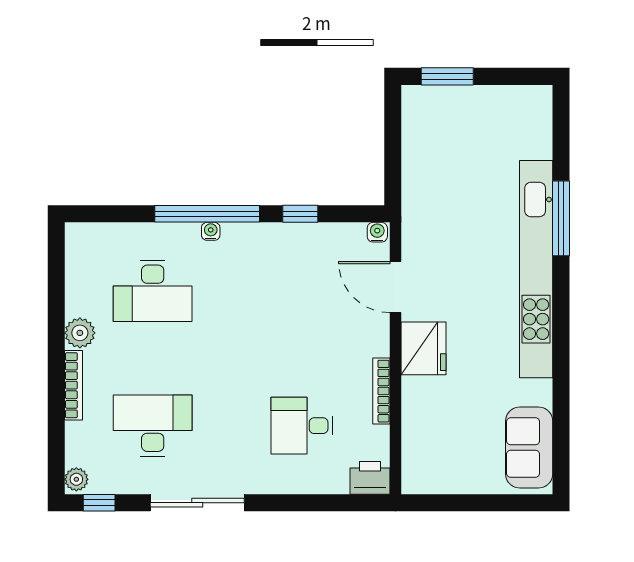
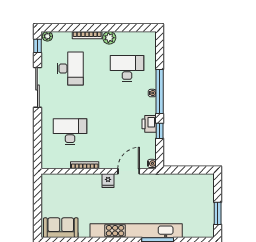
window: (447, 76) -> (218, 213), moved
desk: (153, 291) -> (127, 69), turned 90
fridge: (424, 348) -> (108, 181), width x0.53, depth x0.75
desk: (302, 426) -> (70, 132), width x1.37
printer: (370, 478) -> (149, 124), moved, turned 180

